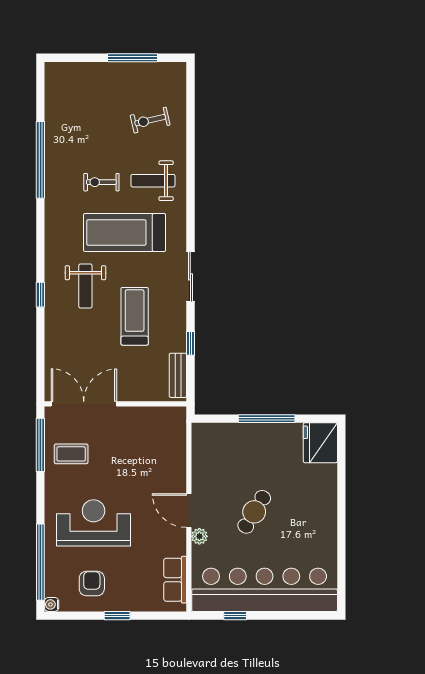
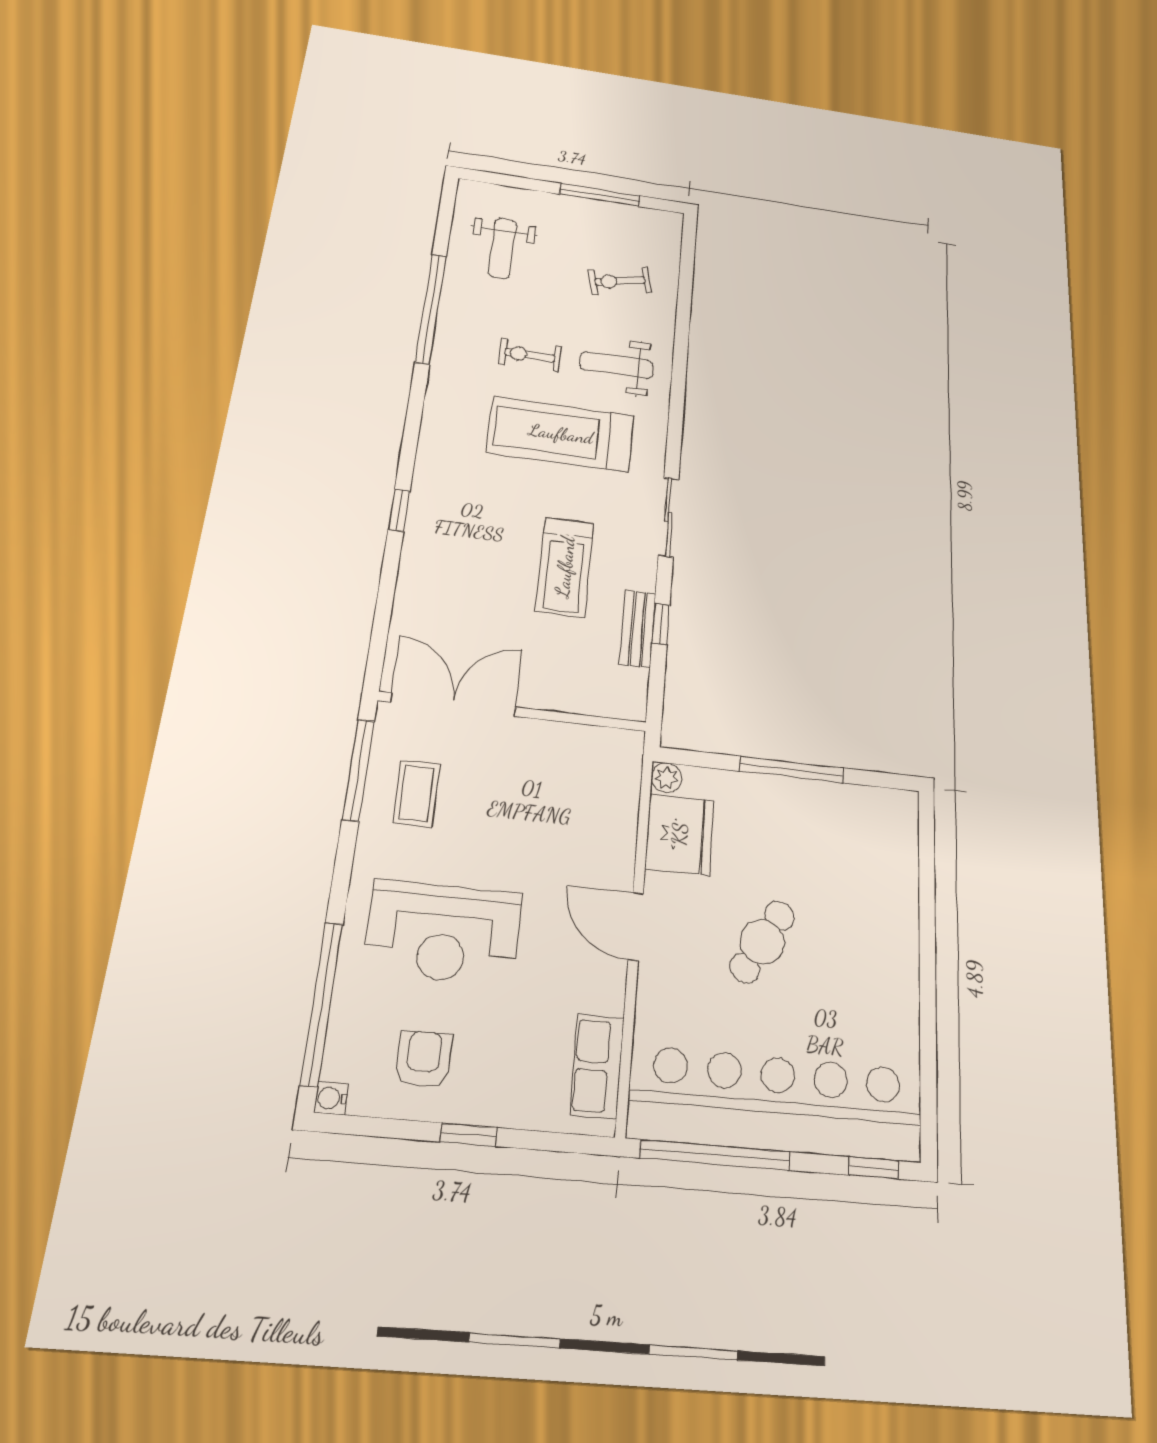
weight bench: (85, 286) -> (502, 248), moved
treadmill: (135, 316) -> (565, 567), turned 180
bench: (178, 375) -> (638, 629), moved
fridge: (320, 443) -> (680, 834), moved, turned 180
coffee table: (71, 454) -> (416, 793), turned 90
reception desk: (94, 523) -> (443, 932), turned 180
plant: (199, 536) -> (667, 778), moved
window: (235, 616) -> (715, 1155), width x3.17
window: (314, 616) -> (874, 1168), added

